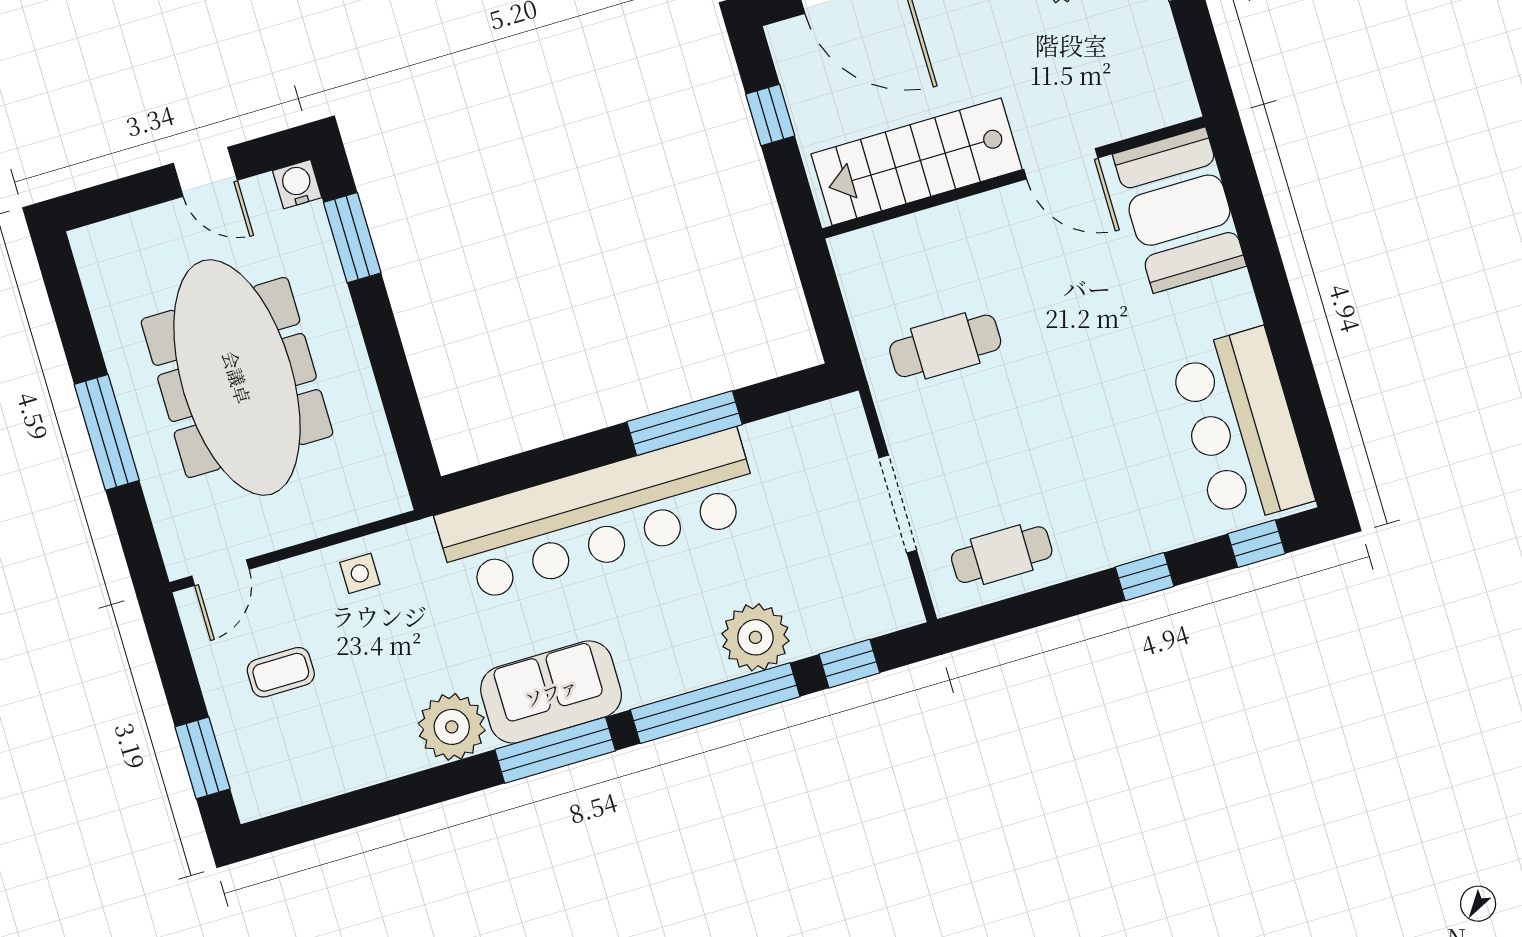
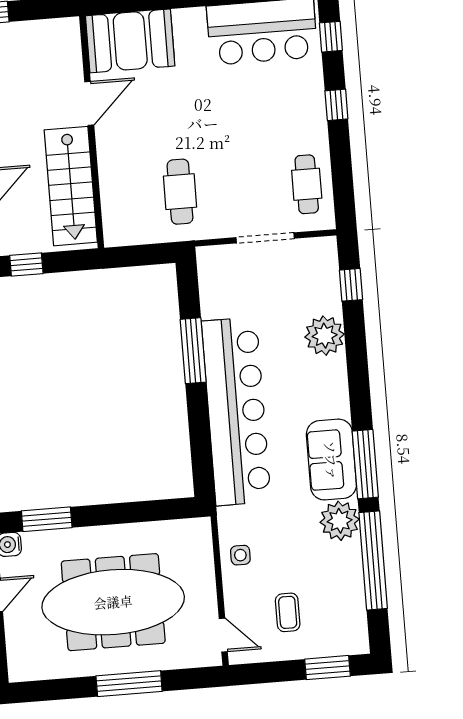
window: (715, 703) -> (373, 560), moved

